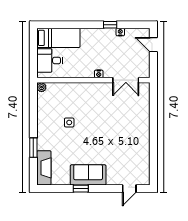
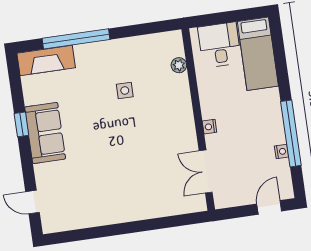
window: (110, 25) -> (291, 133), width x3.17
plant: (42, 87) -> (179, 65), moved
window: (33, 148) -> (76, 39), width x2.11

